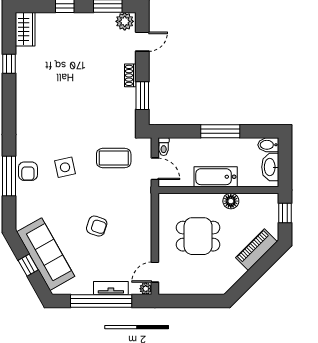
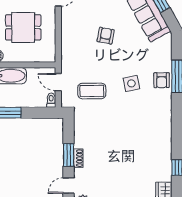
window: (142, 96) -> (69, 155), moved
armchair: (28, 171) -> (162, 80), turned 180
armchair: (97, 226) -> (106, 36), turned 82

